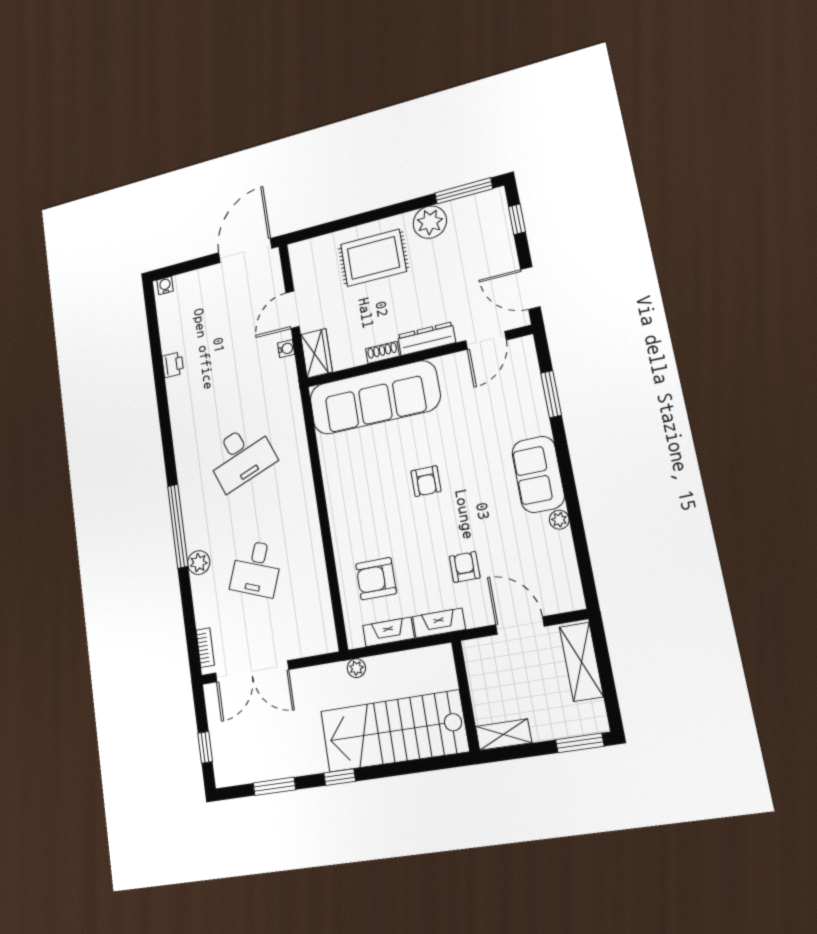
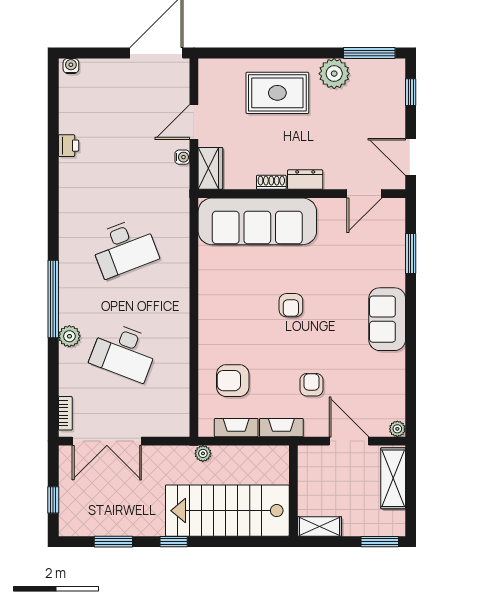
dresser: (426, 339) -> (305, 180), width x0.70
plant: (559, 520) -> (397, 429), moved
desk: (256, 569) -> (124, 352), width x1.37

